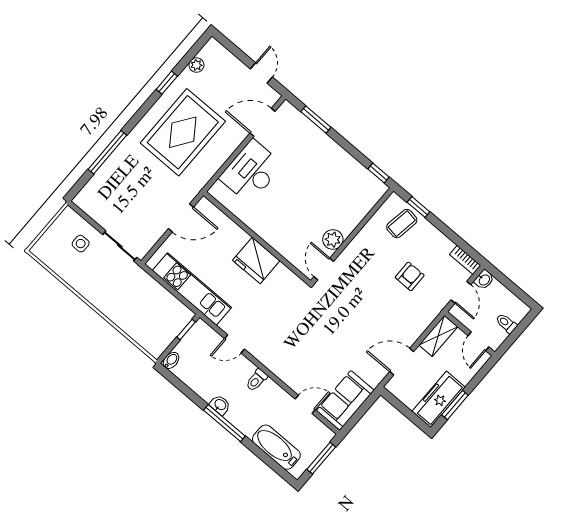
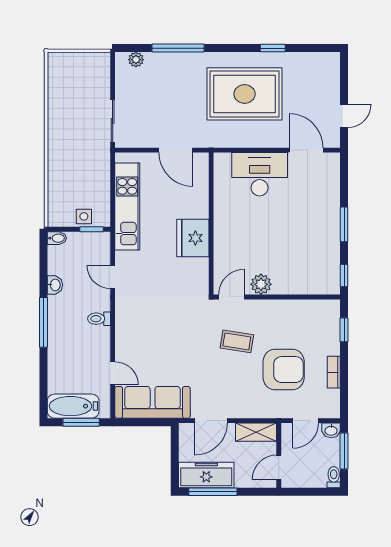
plant: (196, 65) -> (136, 60), moved
window: (316, 120) -> (344, 224), moved
coffee table: (402, 224) -> (237, 341), moved
side table: (81, 244) -> (84, 216), moved
bookcase: (465, 260) -> (334, 372), moved
armchair: (410, 276) -> (284, 370), width x1.88, depth x1.88
window: (507, 283) -> (344, 451), added
toilet: (506, 323) -> (334, 477), moved
door: (402, 362) -> (211, 421), swing flipped
sofa: (345, 400) -> (153, 402), width x1.36
washbasin: (220, 405) -> (55, 285), moved
window: (455, 405) -> (213, 492), width x1.44
bathtub: (276, 447) -> (73, 406), moved, turned -90

